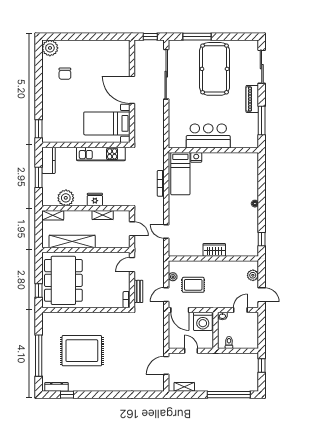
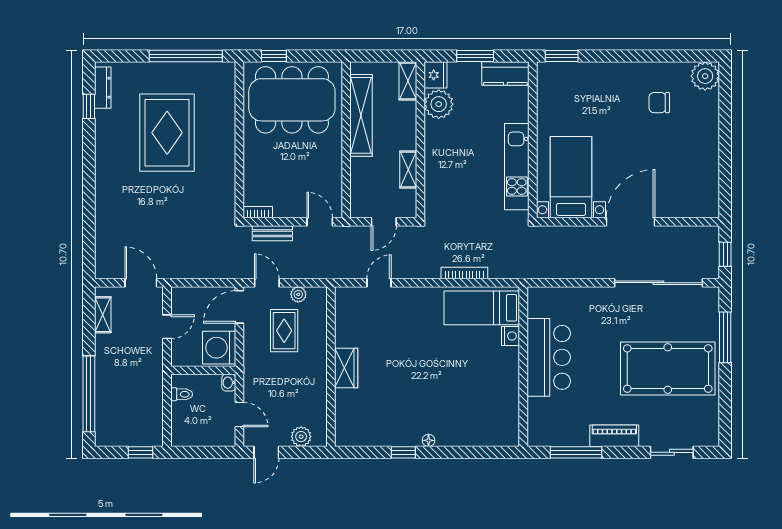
sliding door: (262, 67) -> (672, 452), width x0.73
fridge: (95, 200) -> (436, 75), moved
window: (262, 239) -> (403, 452), moved
window: (39, 356) -> (186, 56), moved

